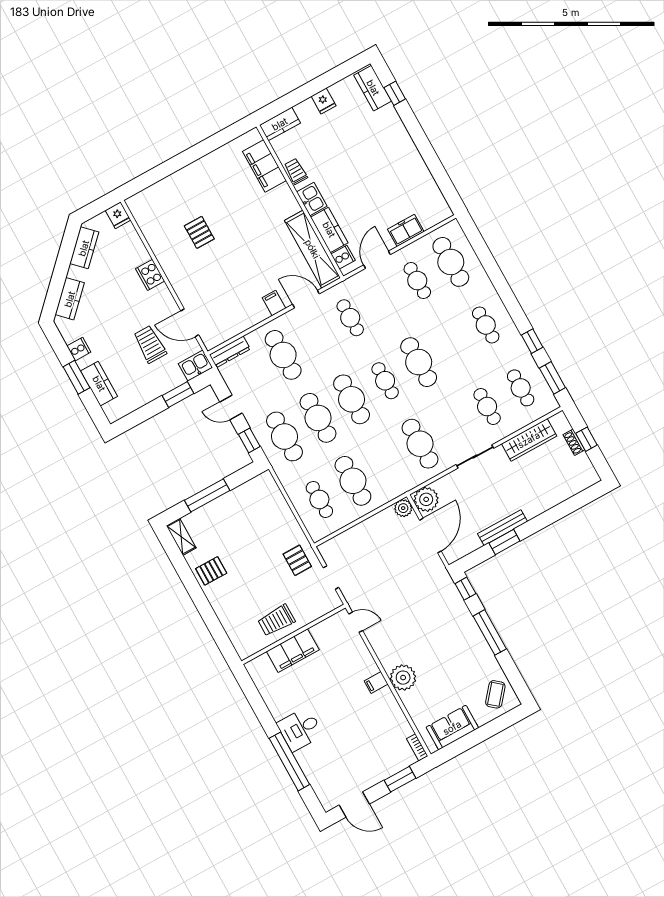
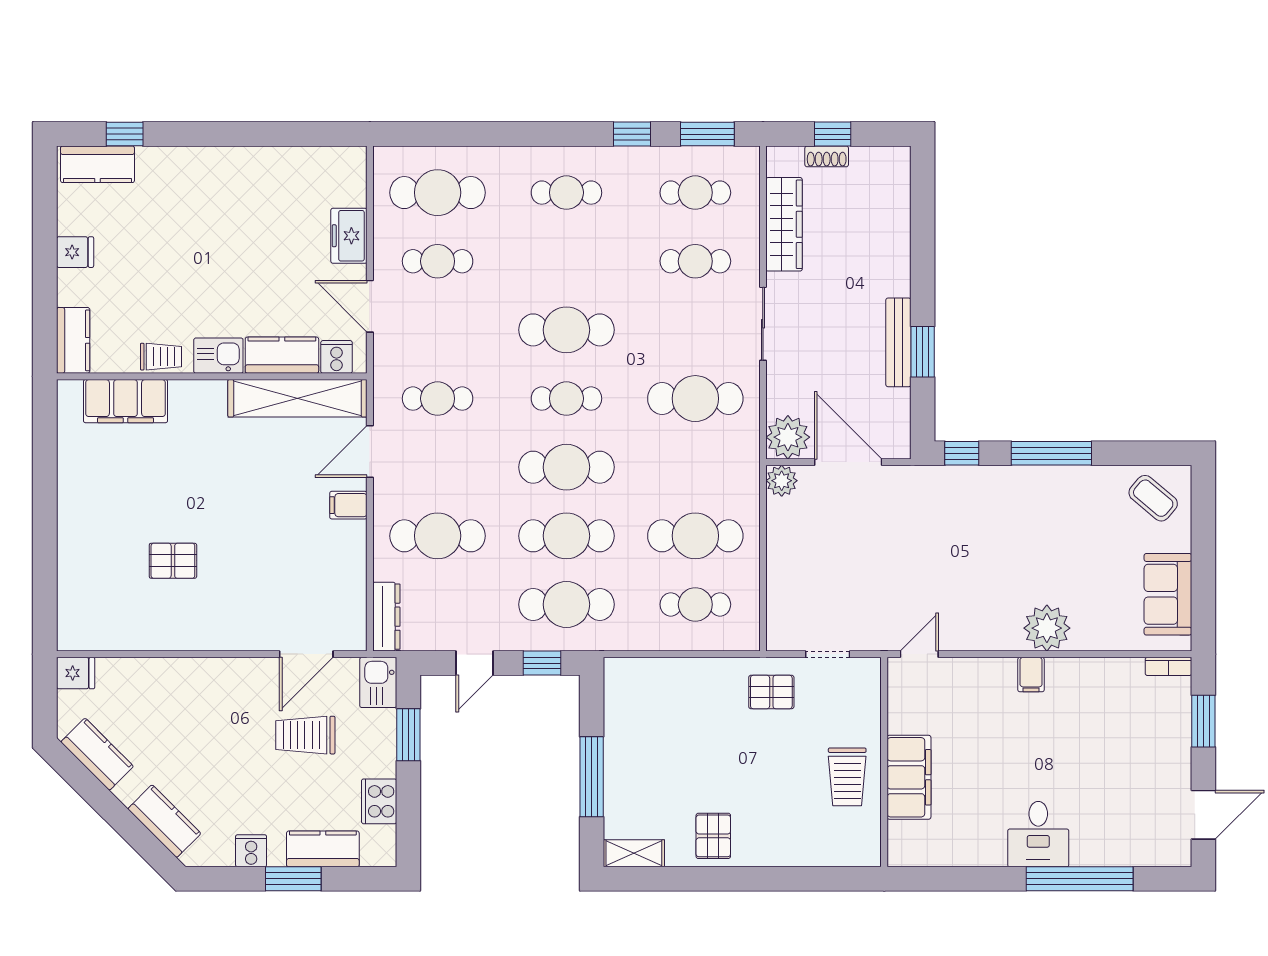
trolley: (296, 171) -> (161, 357), turned 180
cooker: (150, 275) -> (379, 801), moved, turned 90

